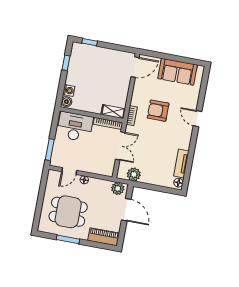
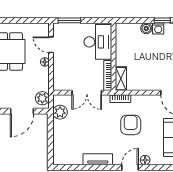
washing machine: (69, 90) -> (158, 28), moved
boiler: (66, 102) -> (146, 28), moved
tv unit: (181, 163) -> (98, 159), moved
floor lamp: (178, 183) -> (145, 160), moved

